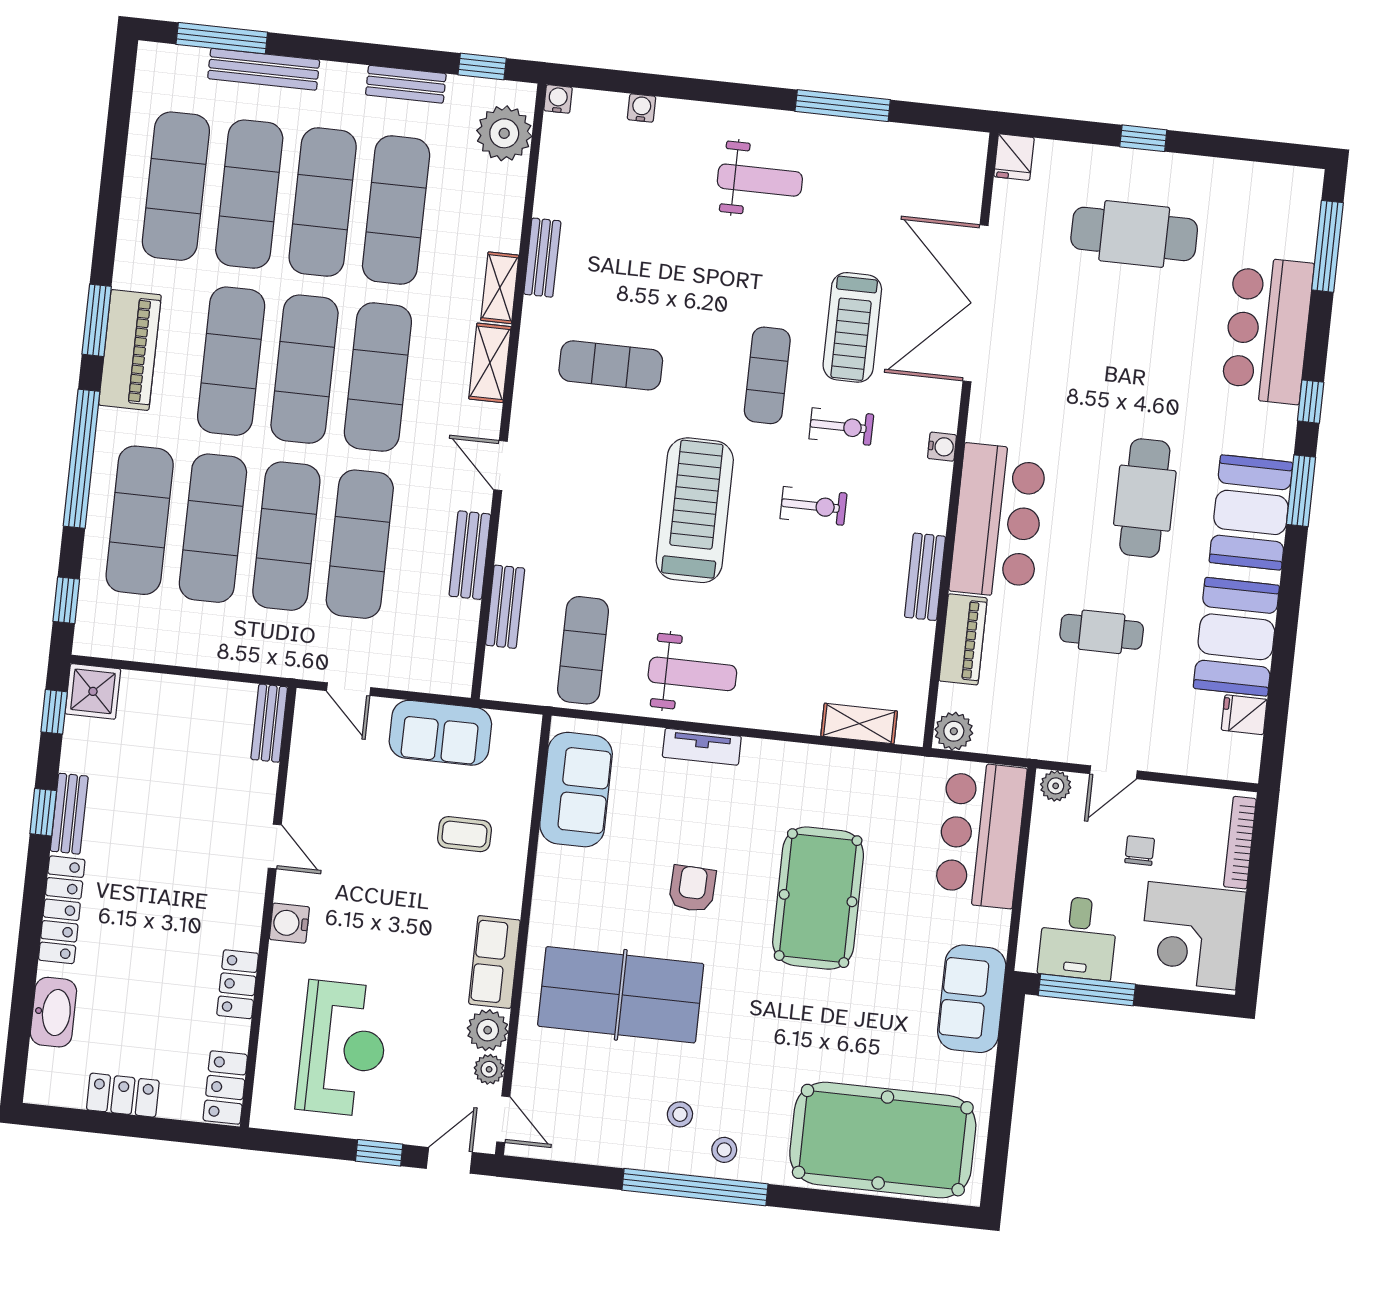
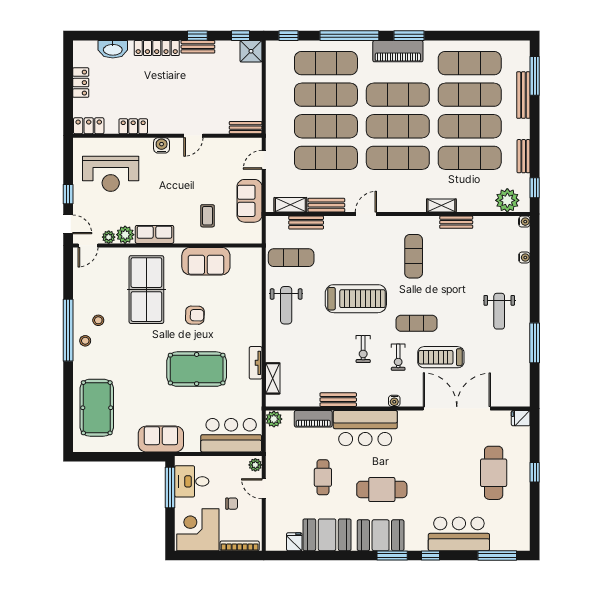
shelving: (490, 363) -> (290, 205), moved
tv unit: (702, 747) -> (256, 363), moved
sofa: (576, 790) -> (206, 261), moved
pool table: (883, 1140) -> (97, 408), width x0.73, depth x0.76

